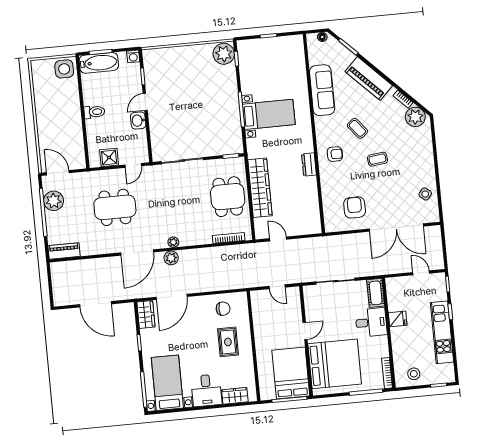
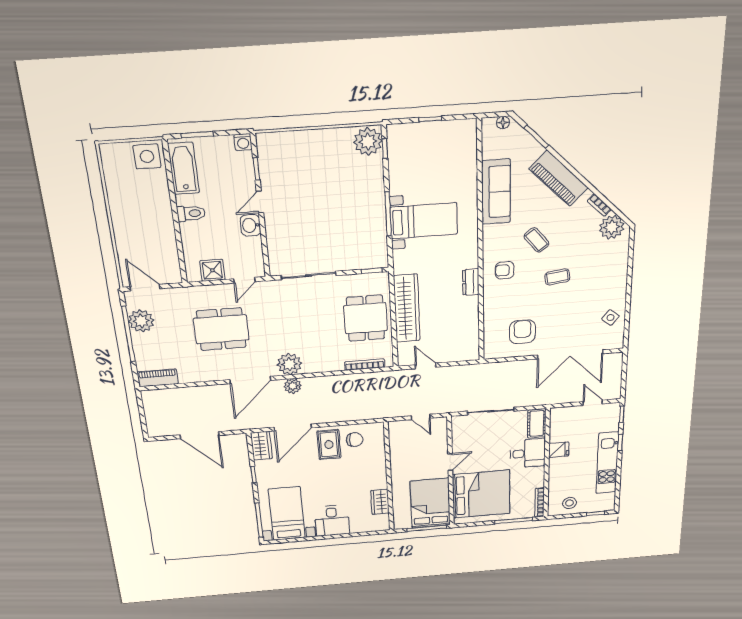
bathtub: (99, 63) -> (183, 168), moved, turned -90
armchair: (335, 154) -> (505, 270), turned 180
plant: (173, 242) -> (289, 364), width x1.87, depth x1.87
rug: (228, 342) -> (329, 445), moved
wardrobe: (235, 396) -> (380, 502), moved, turned -90

